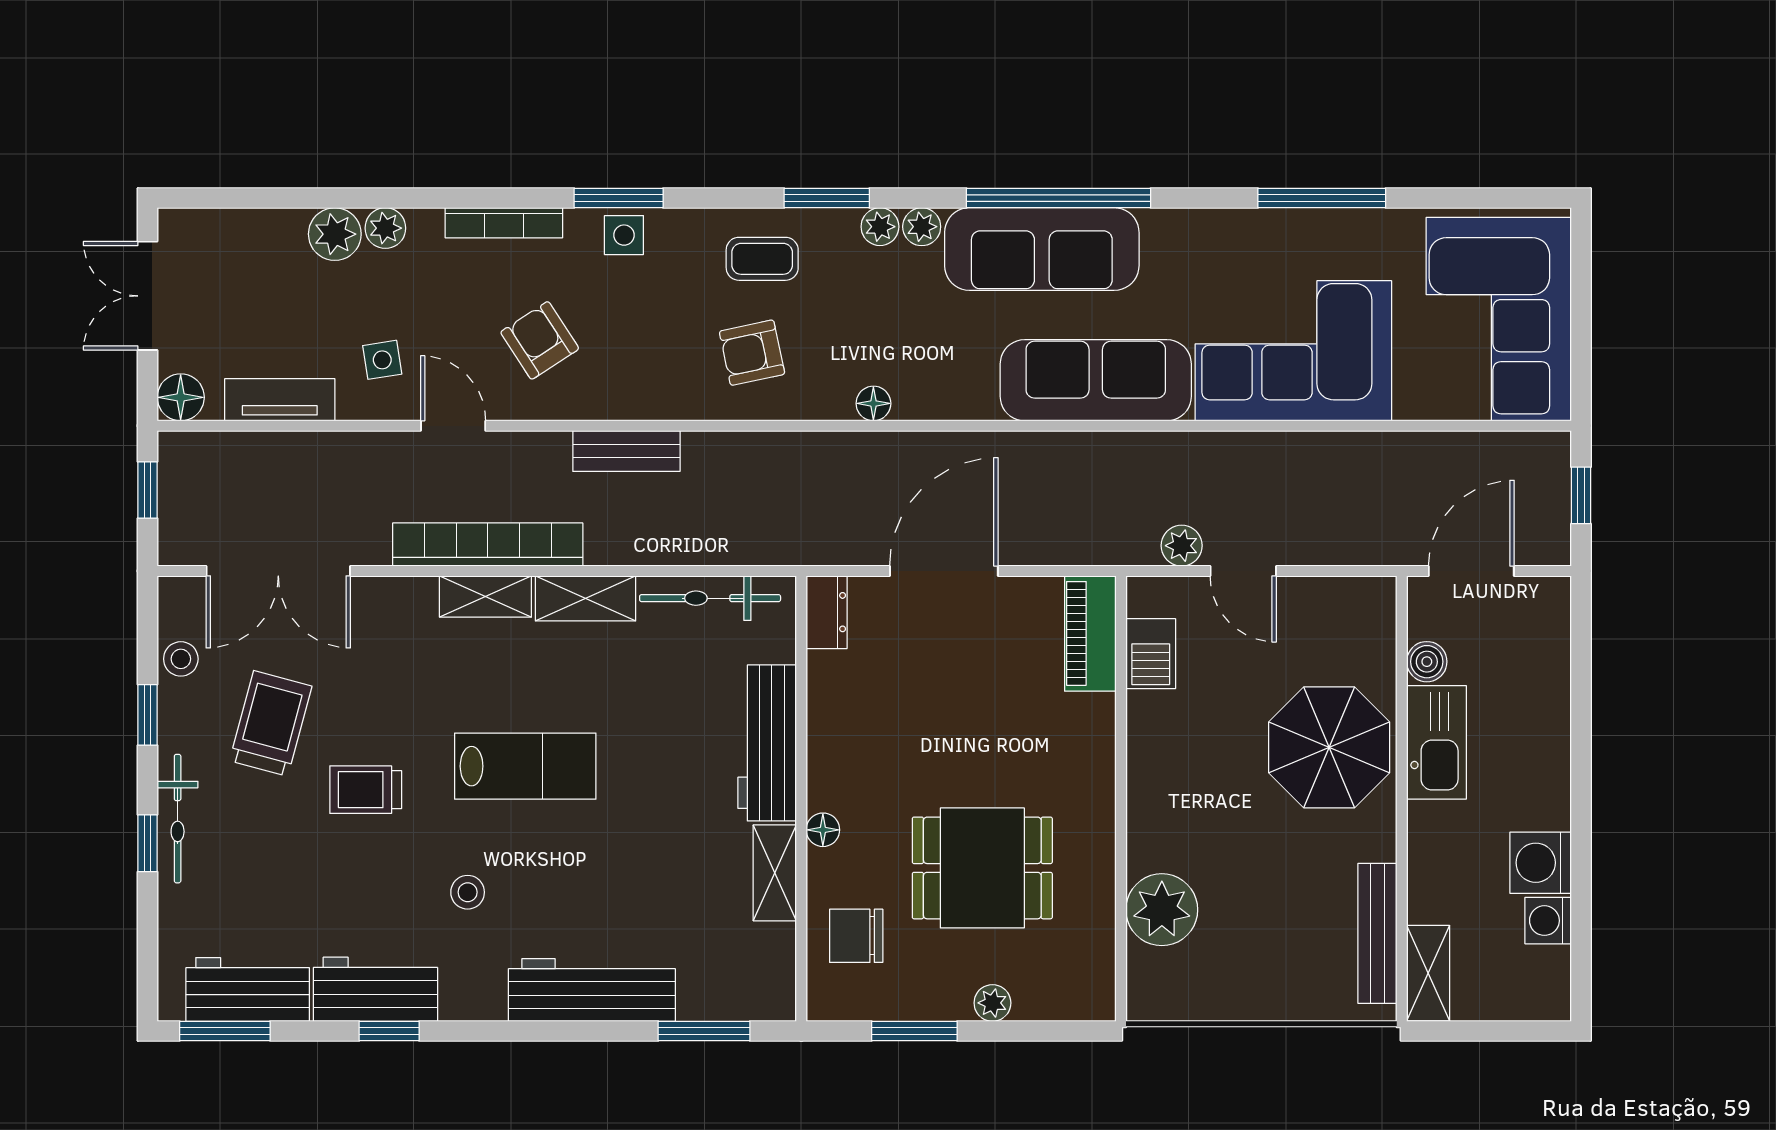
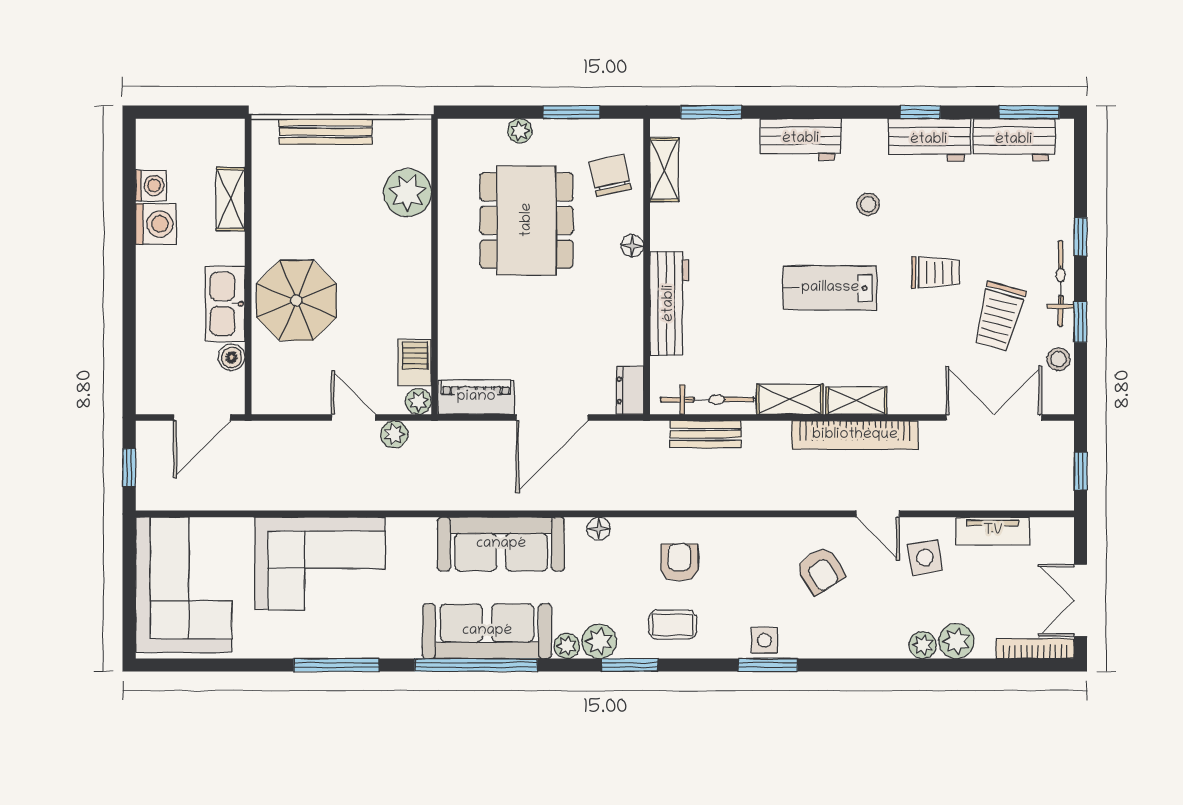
window: (1322, 198) -> (336, 665), moved
bookcase: (504, 223) -> (1035, 649), moved
plant: (880, 227) -> (599, 641), width x1.38, depth x1.38
double door: (148, 296) -> (1081, 600), swing flipped
armchair: (752, 353) -> (679, 562), turned -78
side table: (382, 360) -> (925, 558), width x1.37, depth x1.37
sofa: (1096, 380) -> (501, 544), moved
floor lamp: (181, 397) -> (1059, 533), removed
bench: (626, 451) -> (706, 434), moved
plant: (1145, 595) -> (418, 401), added
piano: (1090, 633) -> (476, 397), moved, turned -90
bicycle: (178, 819) -> (1061, 284), moved
dining table: (982, 868) -> (527, 220), width x1.37
shelving: (775, 873) -> (664, 170), moved
bench: (1377, 933) -> (326, 132), moved, turned 90
chair: (856, 936) -> (610, 175), turned -102
shelving: (1428, 973) -> (231, 199), moved
workbench: (592, 990) -> (801, 139), width x0.73

